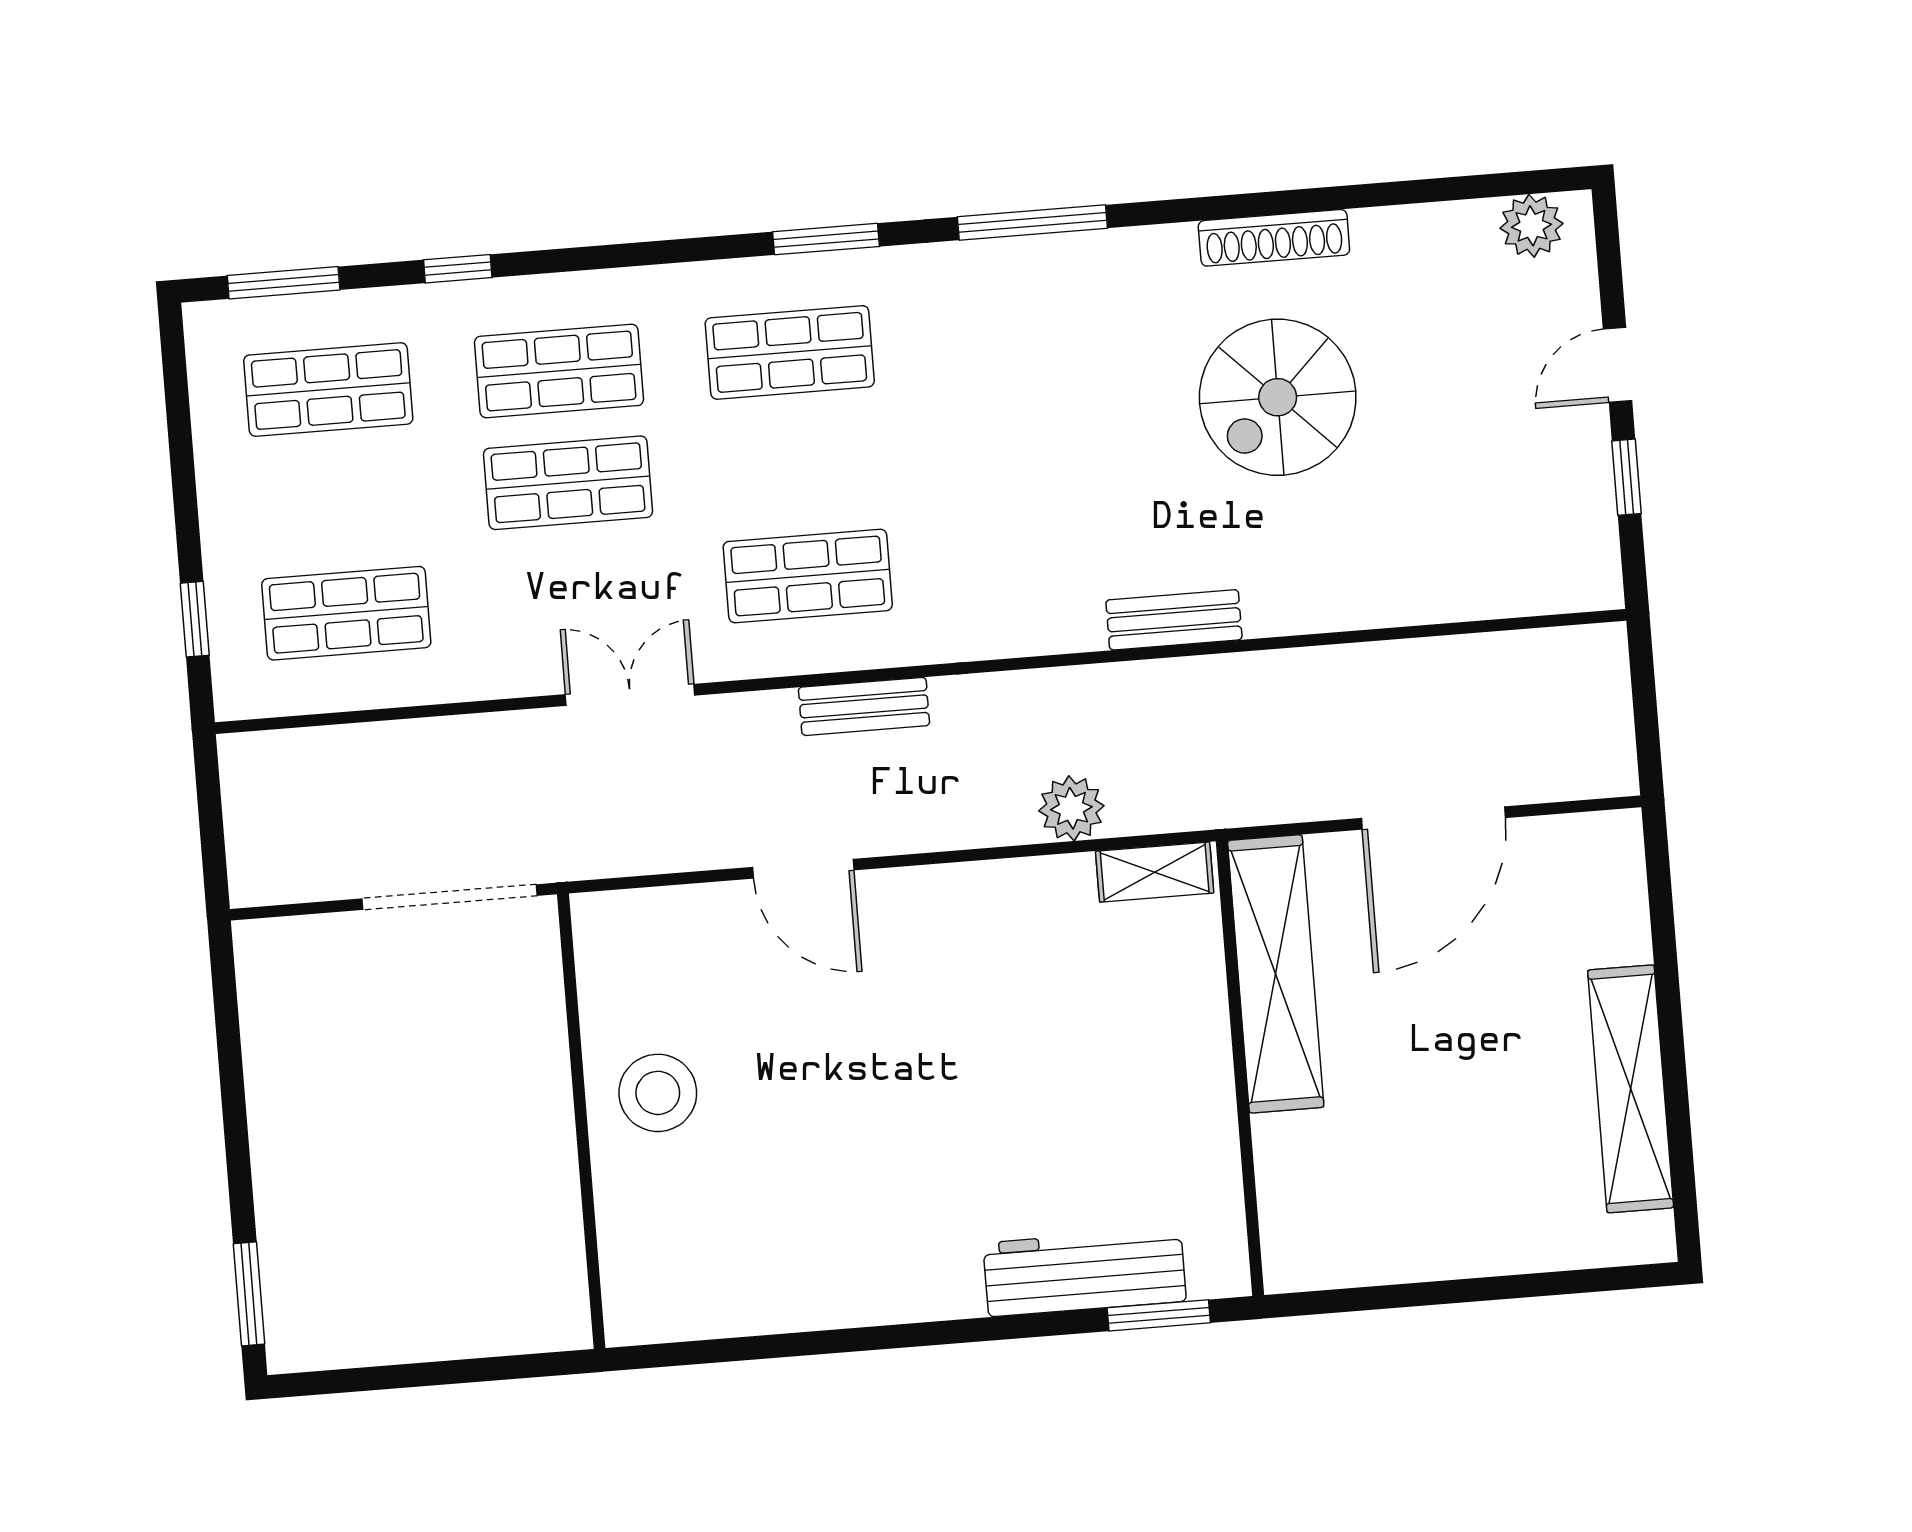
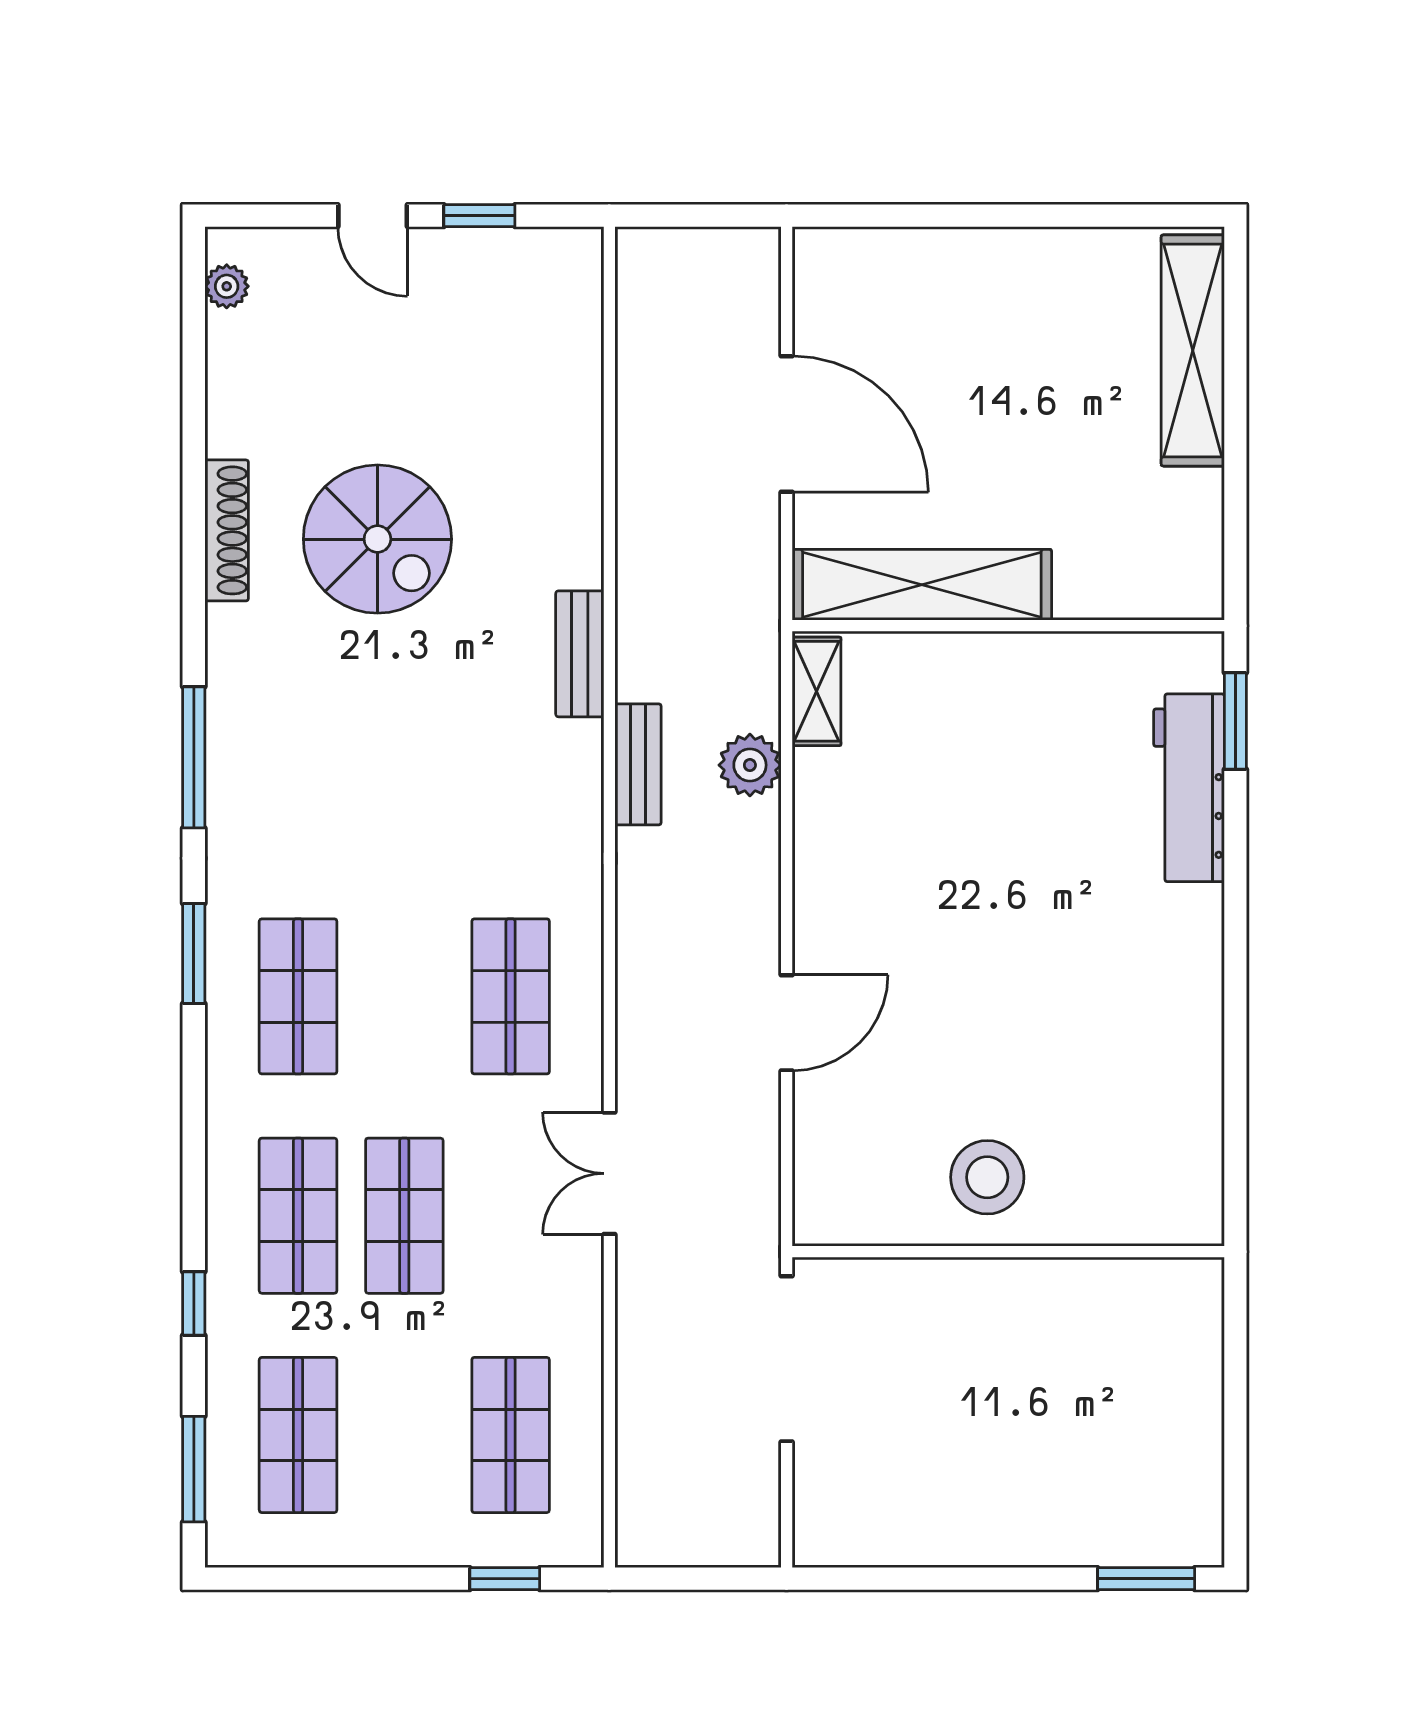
plant: (1531, 226) -> (227, 286), width x0.73, depth x0.73
bench: (864, 706) -> (638, 764), moved
shelving: (1631, 1089) -> (1193, 350), moved, turned 90

